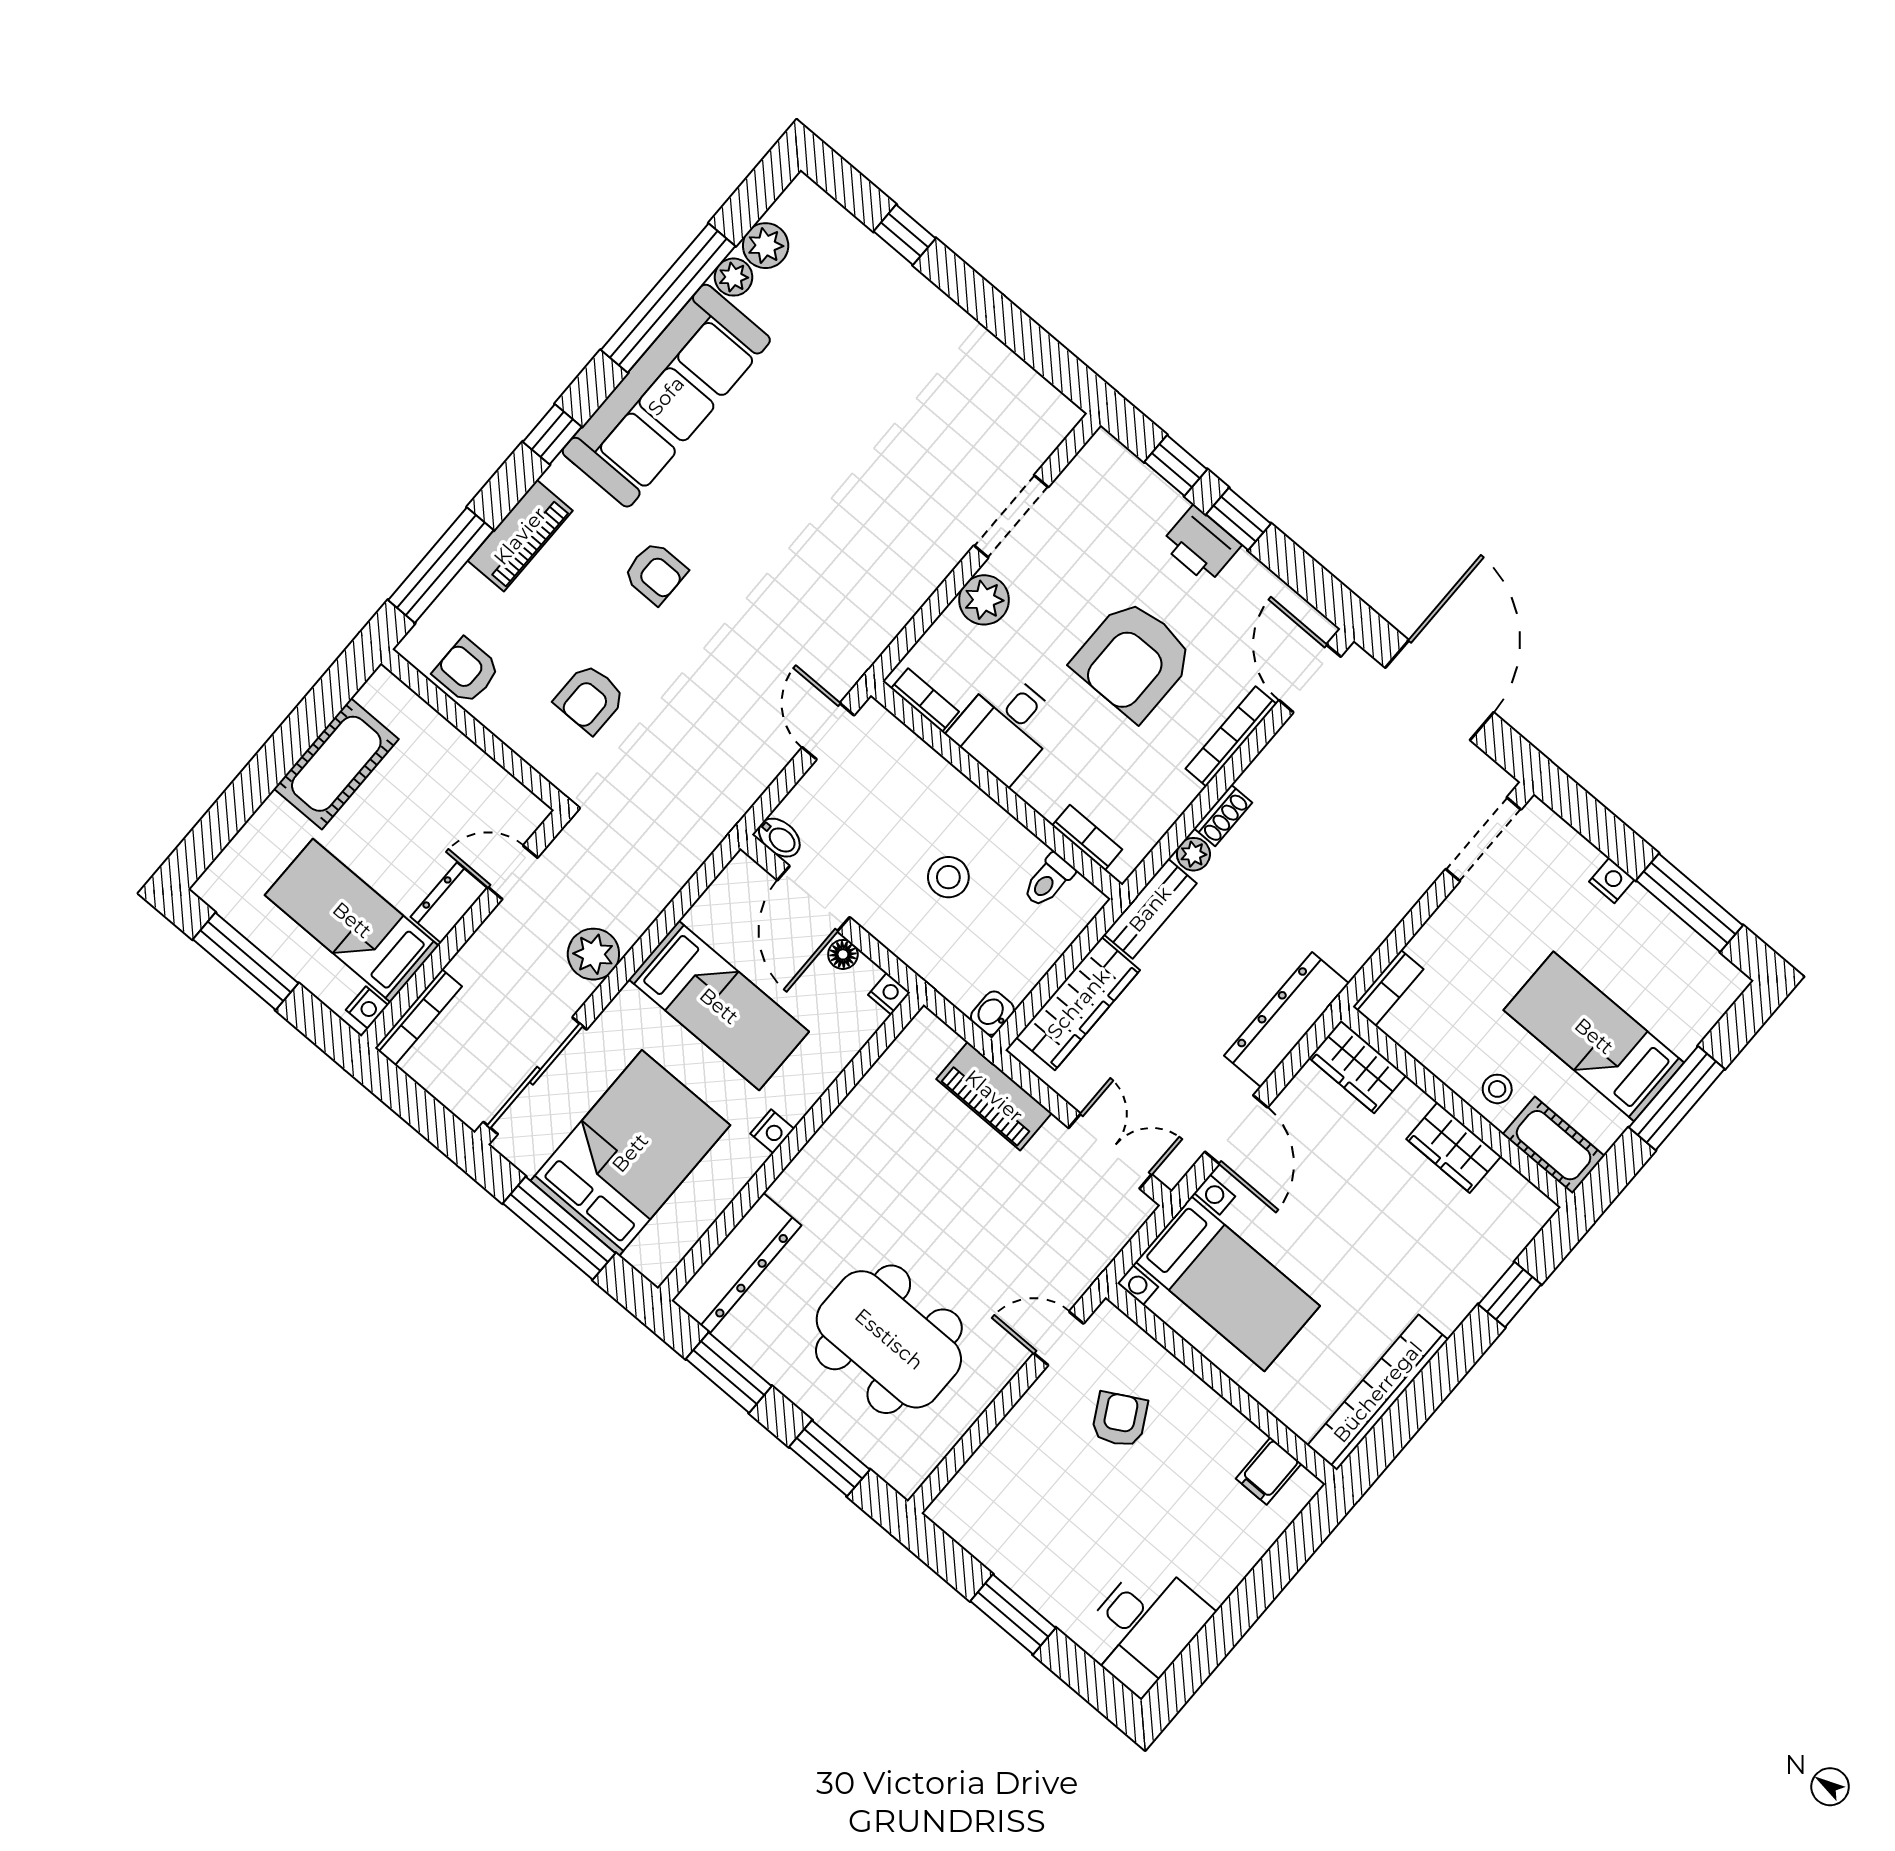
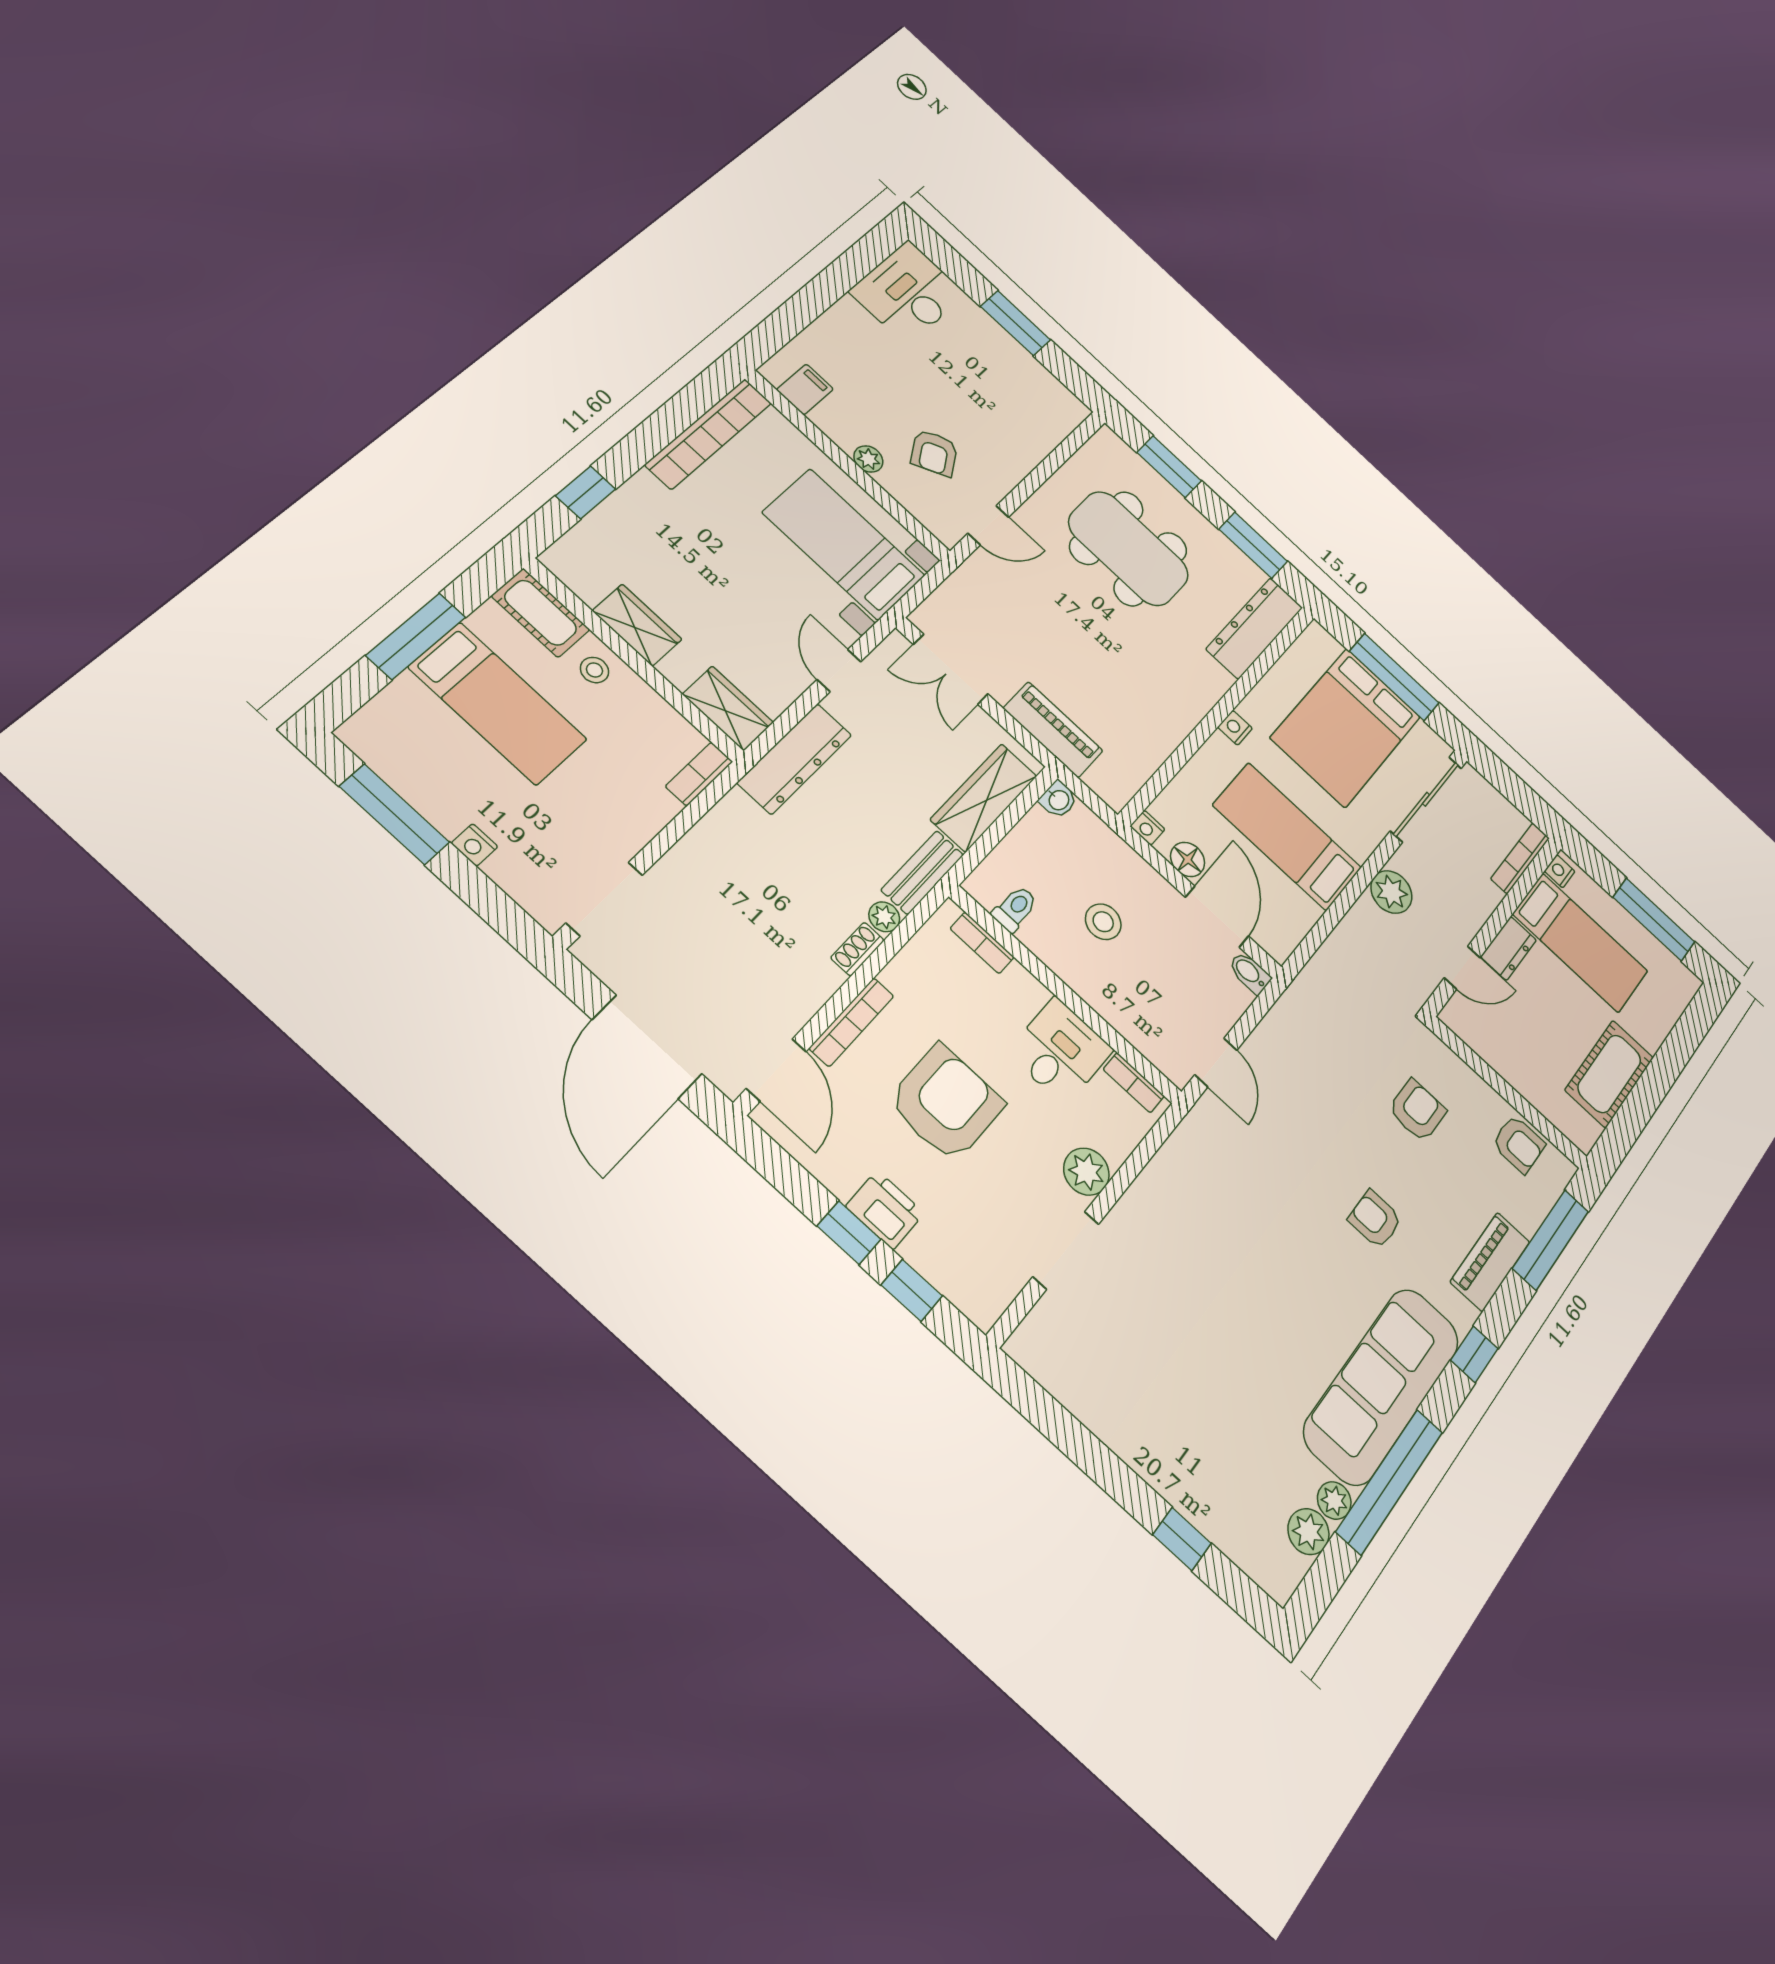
floor lamp: (843, 954) -> (1188, 859), width x1.37, depth x1.37
door: (1236, 1130) -> (839, 671), width x0.73
plant: (1197, 1396) -> (868, 459), added

